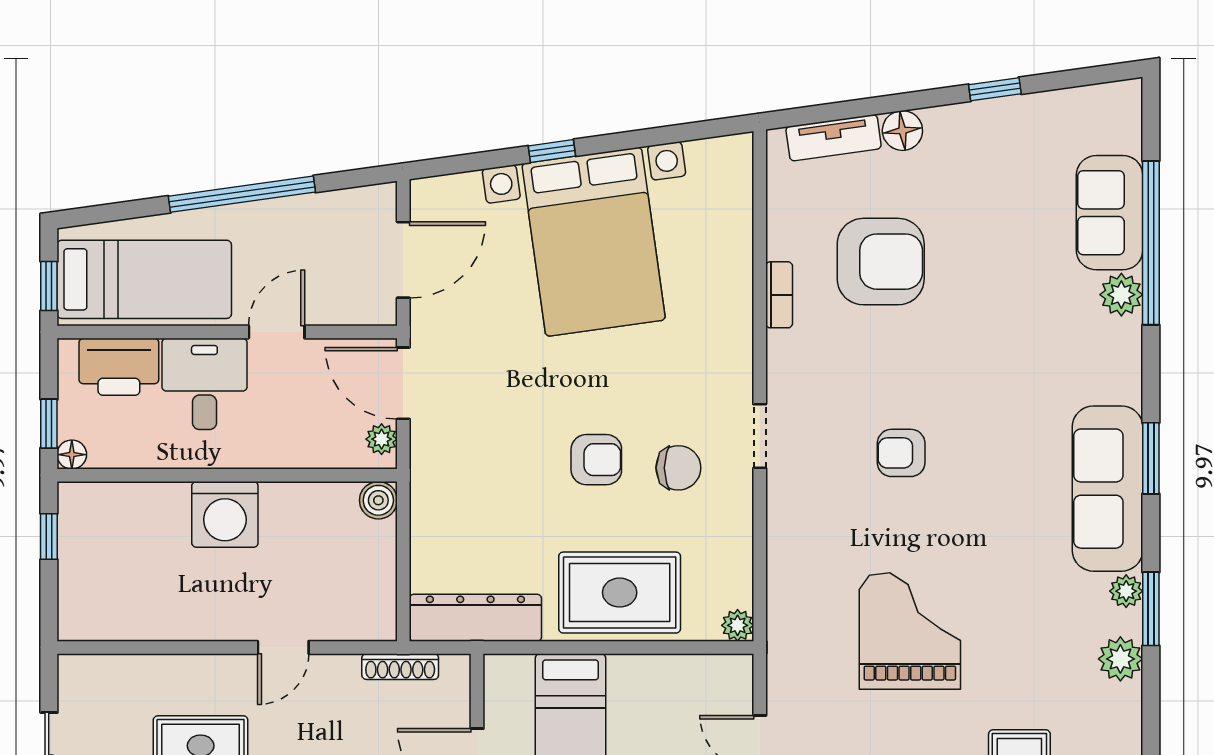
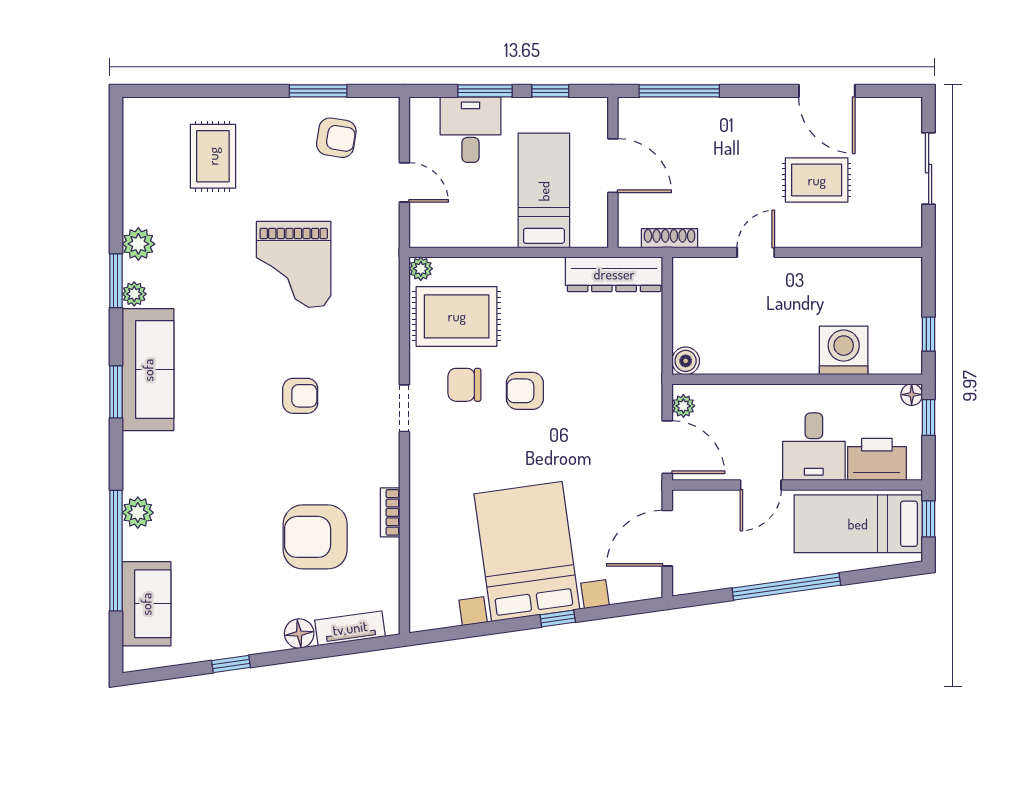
sofa: (1110, 213) -> (146, 604), moved
washing machine: (225, 514) -> (844, 350), moved
rug: (620, 593) -> (457, 316), moved

